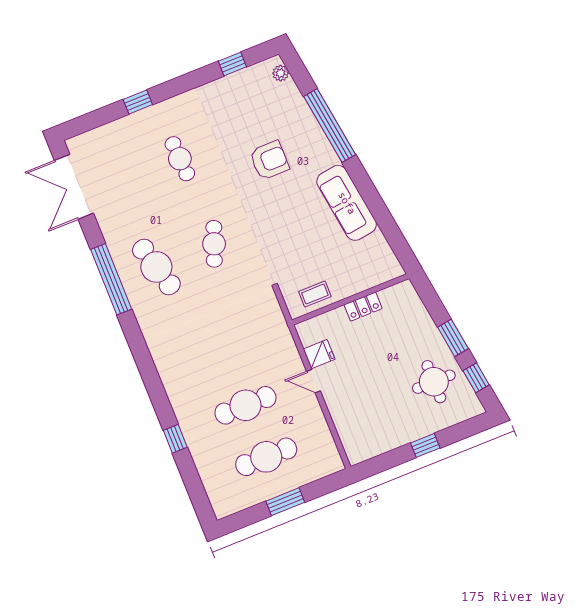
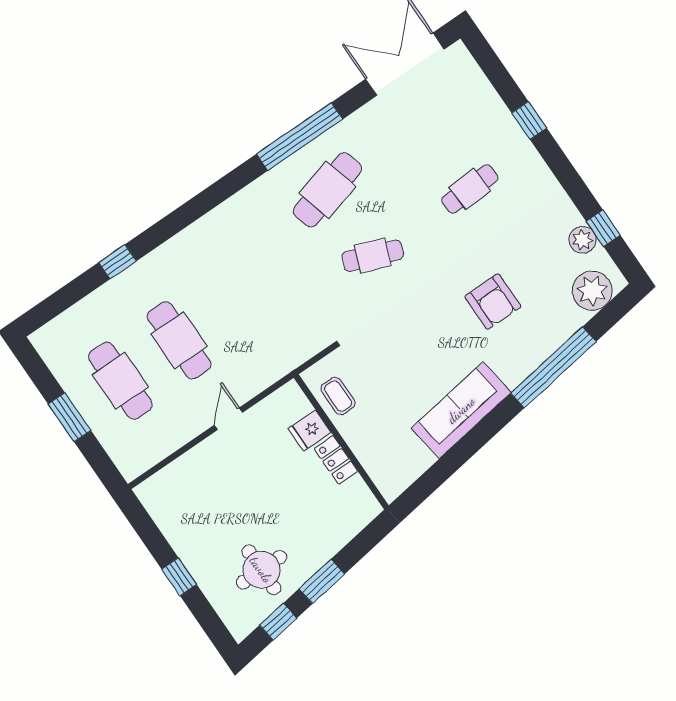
plant: (281, 73) -> (592, 291), width x1.87, depth x1.87
plant: (238, 82) -> (583, 240), added
fridge: (319, 354) -> (310, 430), moved, turned 90

